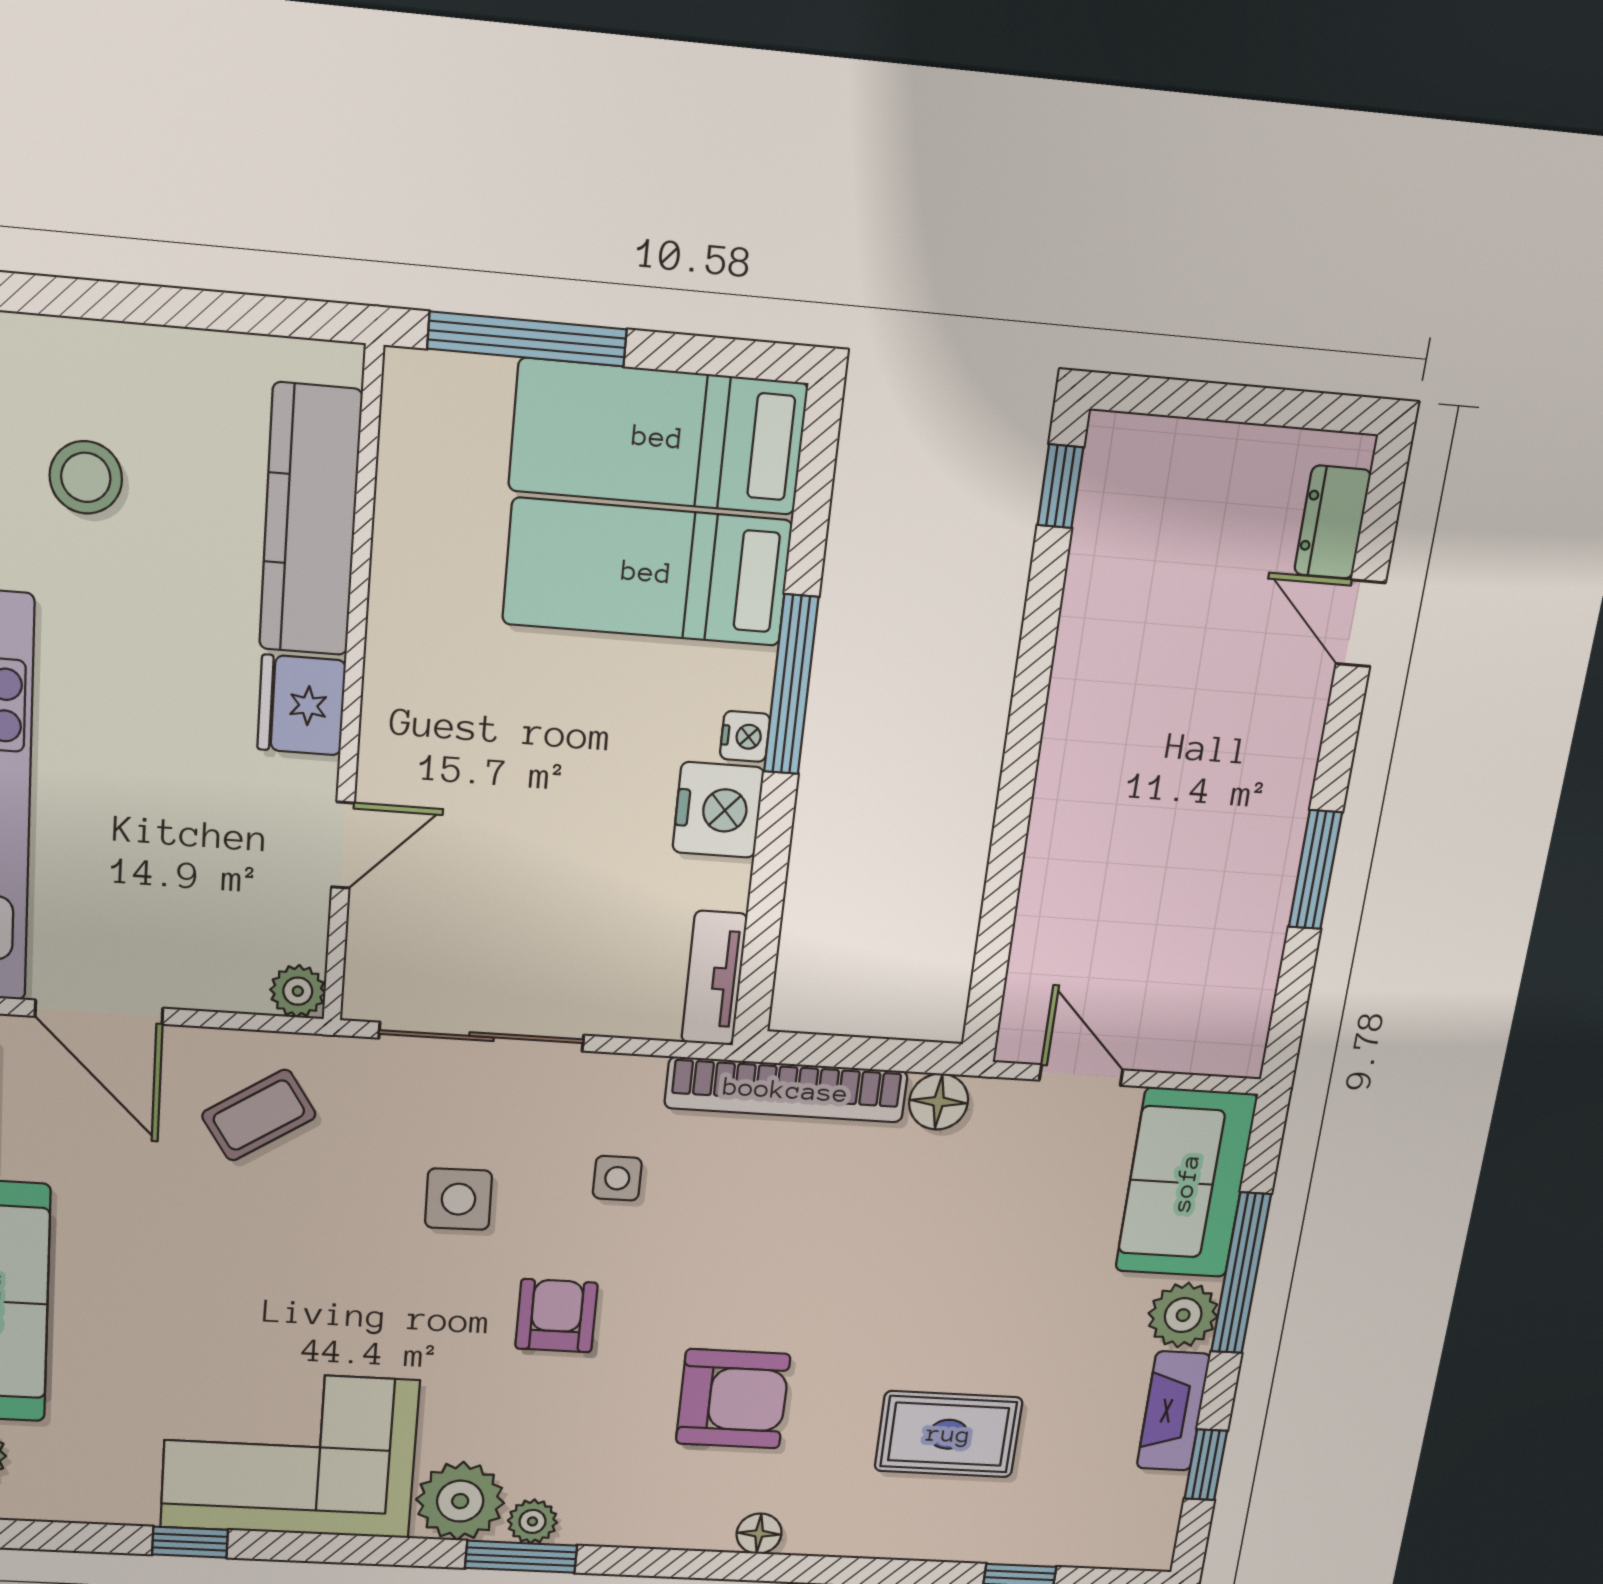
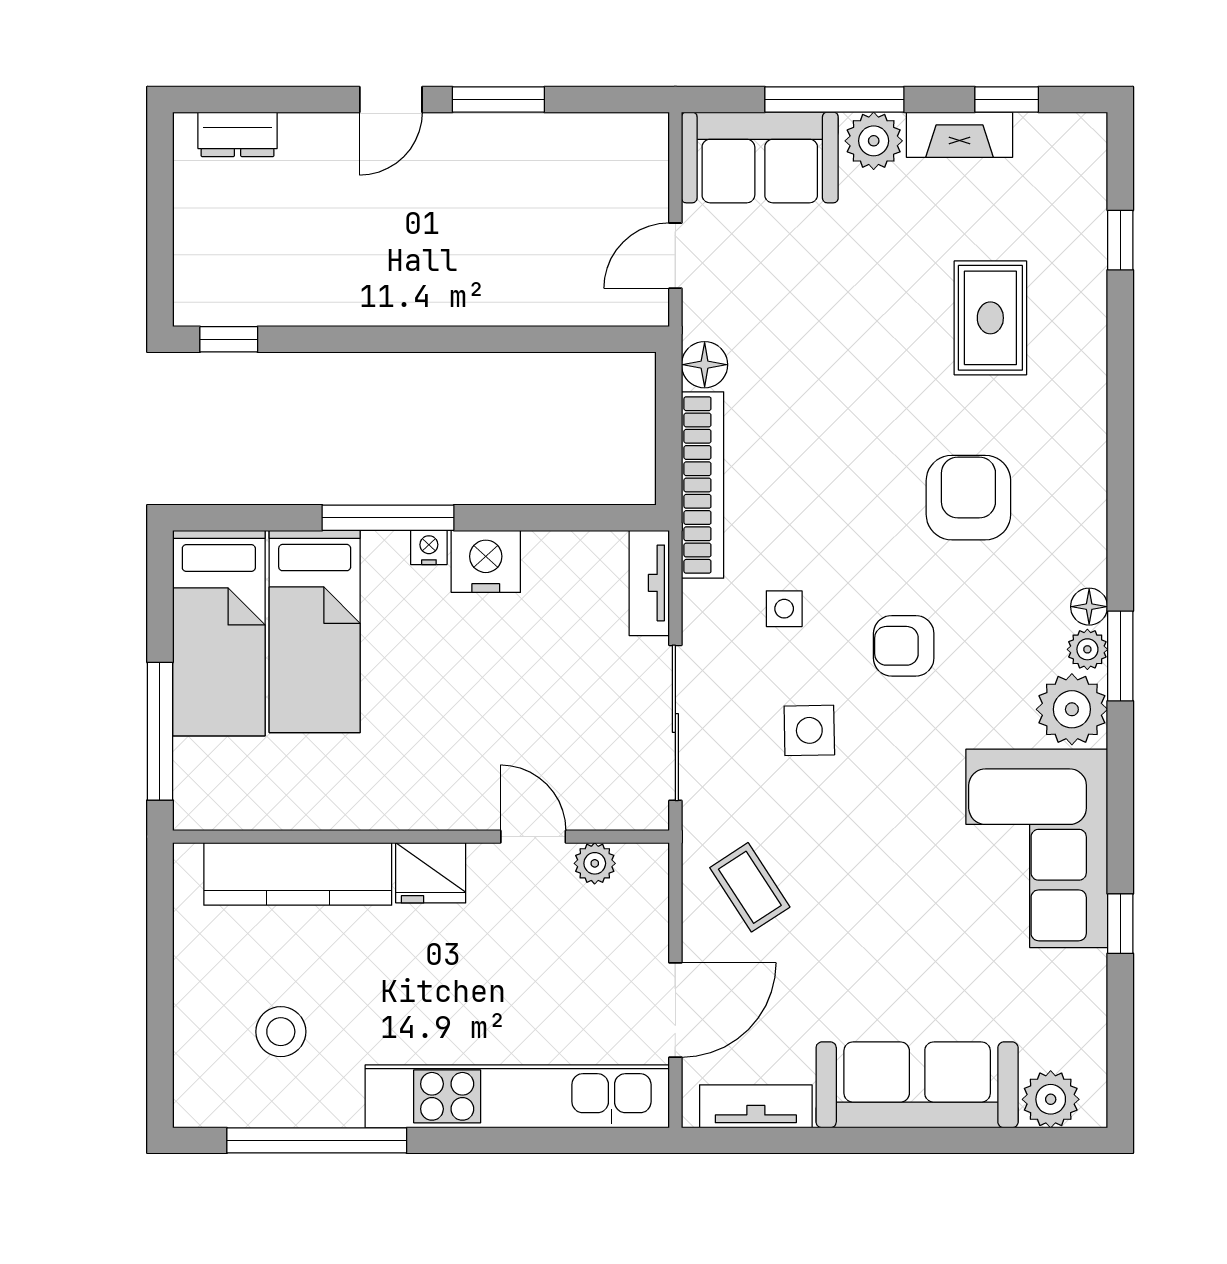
door: (1361, 623) -> (391, 100), moved
tv unit: (714, 978) -> (649, 583), moved, turned 90
plant: (298, 991) -> (595, 863), moved
floor lamp: (759, 1534) -> (1089, 607), moved

